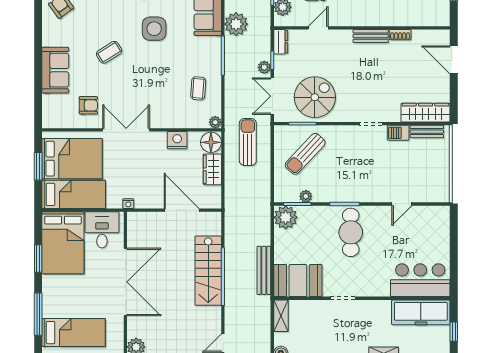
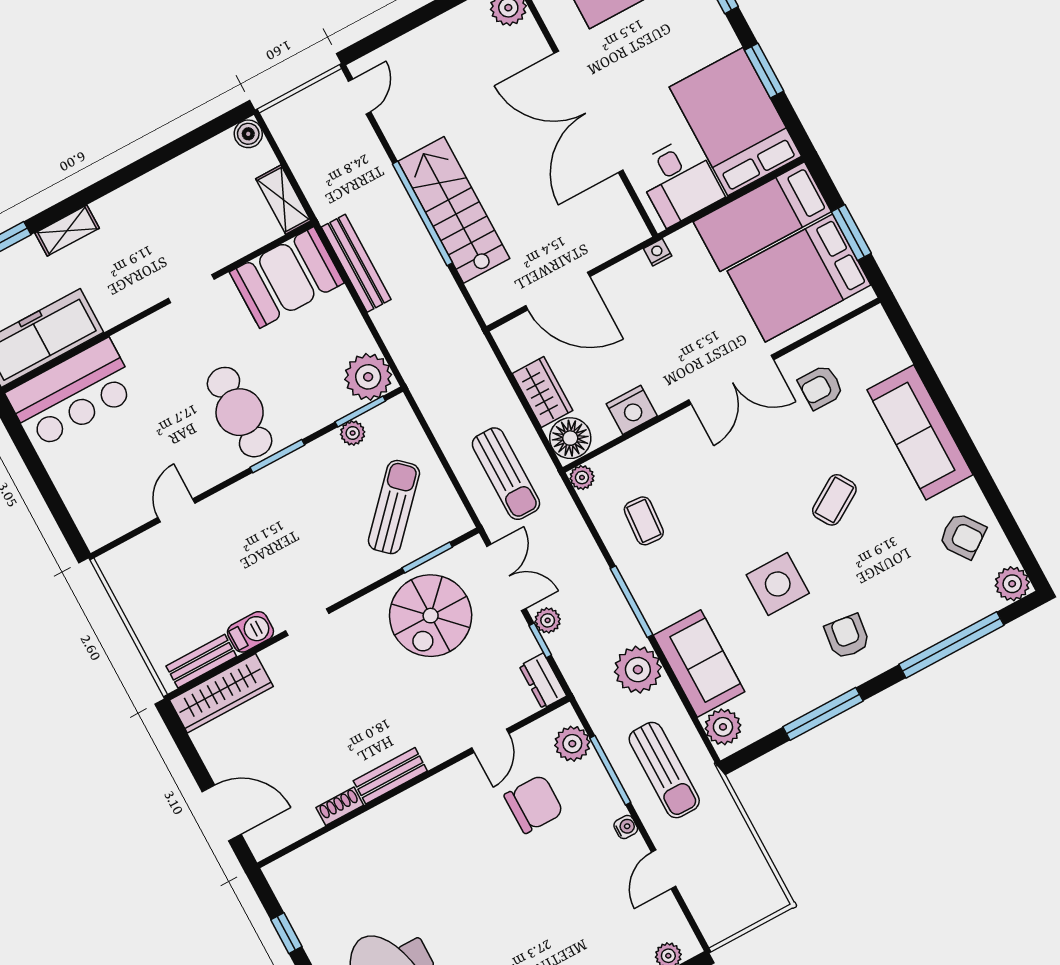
sofa: (55, 70) -> (920, 432), width x1.36

